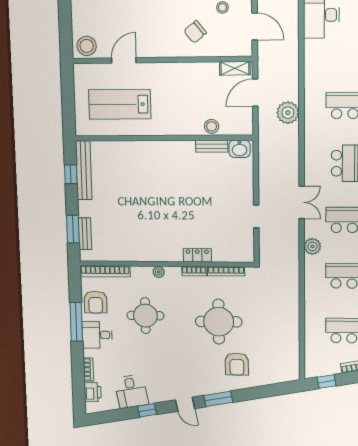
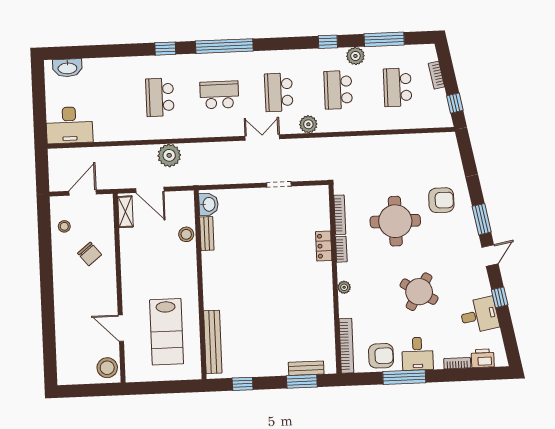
bench: (84, 170) -> (213, 342), moved, turned 90
round table: (145, 316) -> (419, 292), moved, turned 31

